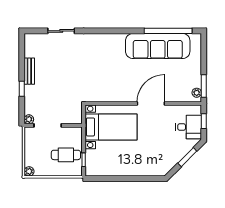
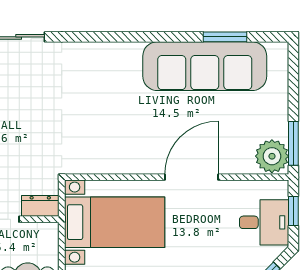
window: (168, 31) -> (225, 37), width x0.47
plant: (197, 93) -> (272, 156), width x1.88, depth x1.88
dresser: (72, 118) -> (40, 206), added

